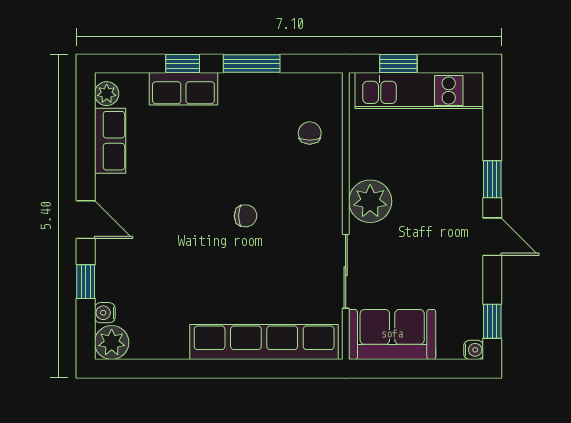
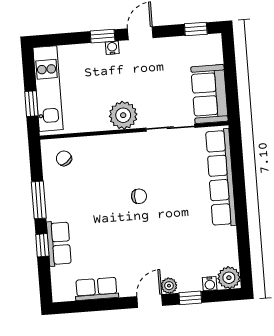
plant: (107, 94) -> (169, 286), moved
chair: (310, 133) -> (64, 158), moved, turned 53
chair: (246, 216) -> (139, 196), turned 90
water cooler: (474, 350) -> (112, 48), moved

